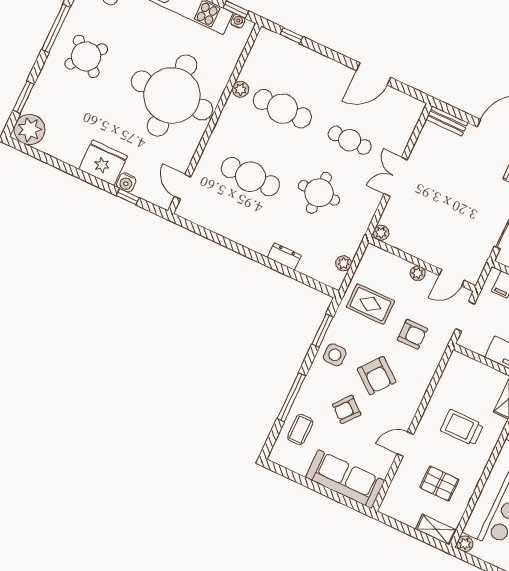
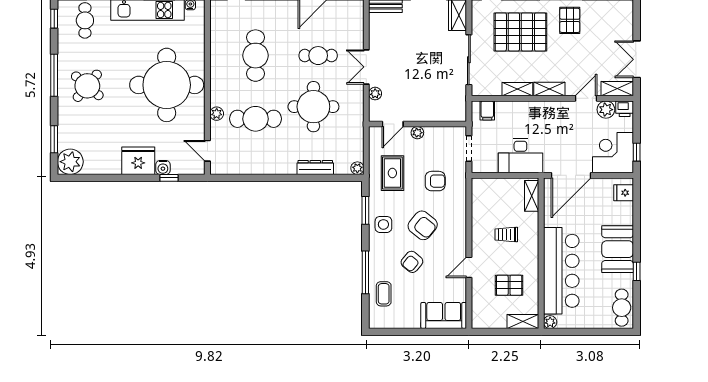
plant: (240, 89) -> (217, 114), moved
cafe table: (282, 109) -> (256, 56), turned 90
round table: (319, 193) -> (313, 107), width x1.36, depth x1.36
plant: (381, 233) -> (375, 94), moved
dresser: (284, 256) -> (315, 168), width x1.44
plant: (344, 263) -> (357, 168), moved
door: (452, 278) -> (393, 124), moved
rug: (370, 304) -> (392, 173), turned 90
trolley: (462, 428) -> (506, 235), width x0.73, depth x0.72
sofa: (345, 479) -> (444, 315), width x0.73

